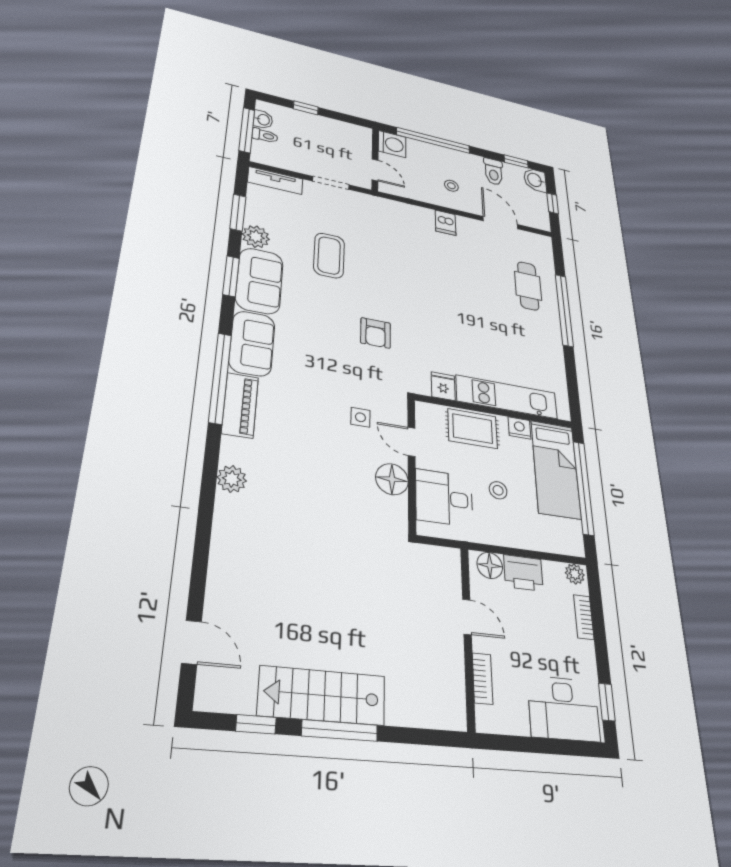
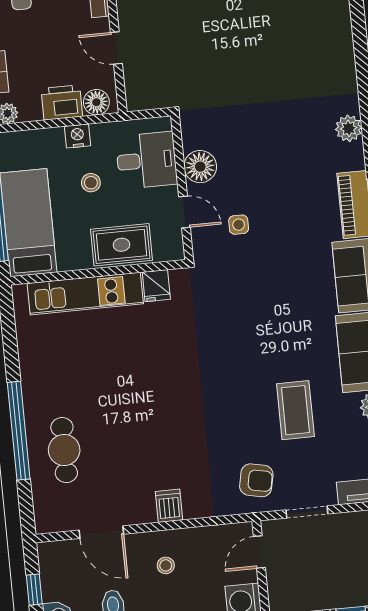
door: (375, 170) -> (259, 552), hinge flipped
armchair: (376, 333) -> (256, 480), moved, turned 102
nightstand: (519, 428) -> (77, 136), moved, turned 180

